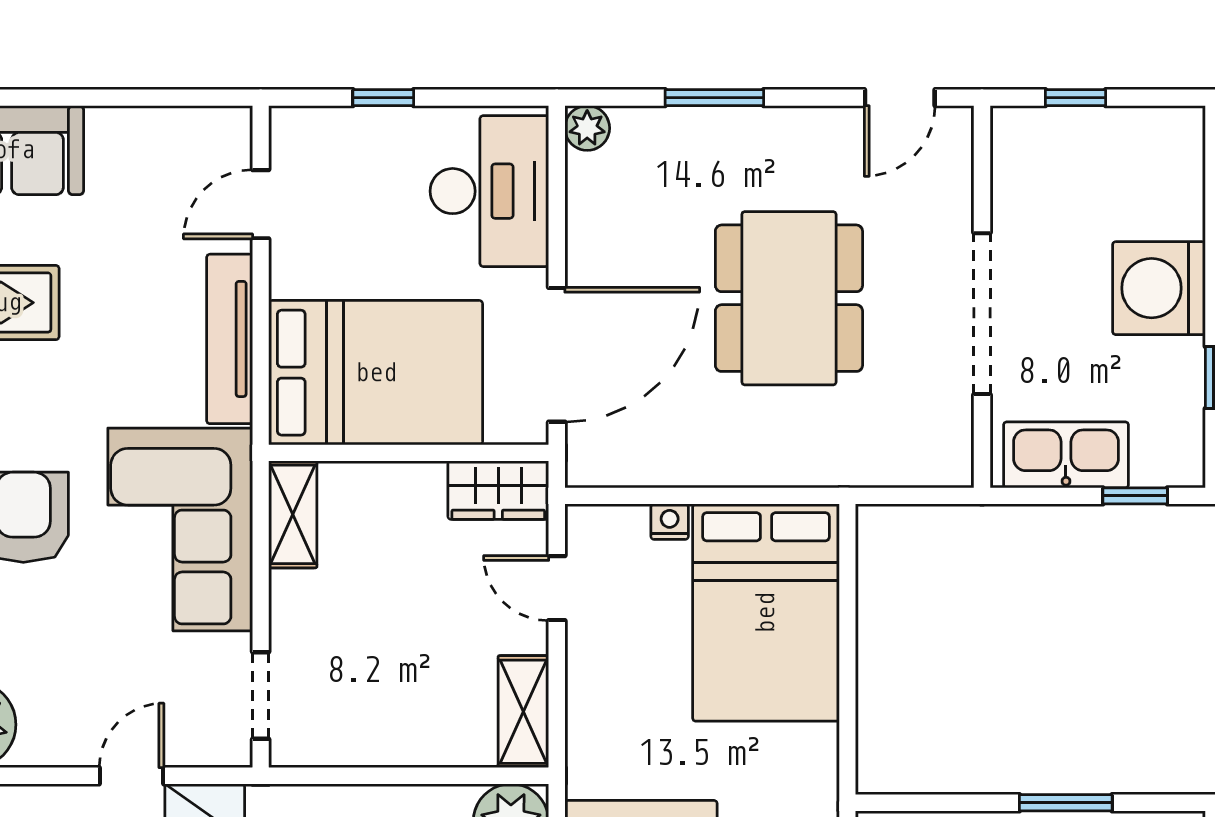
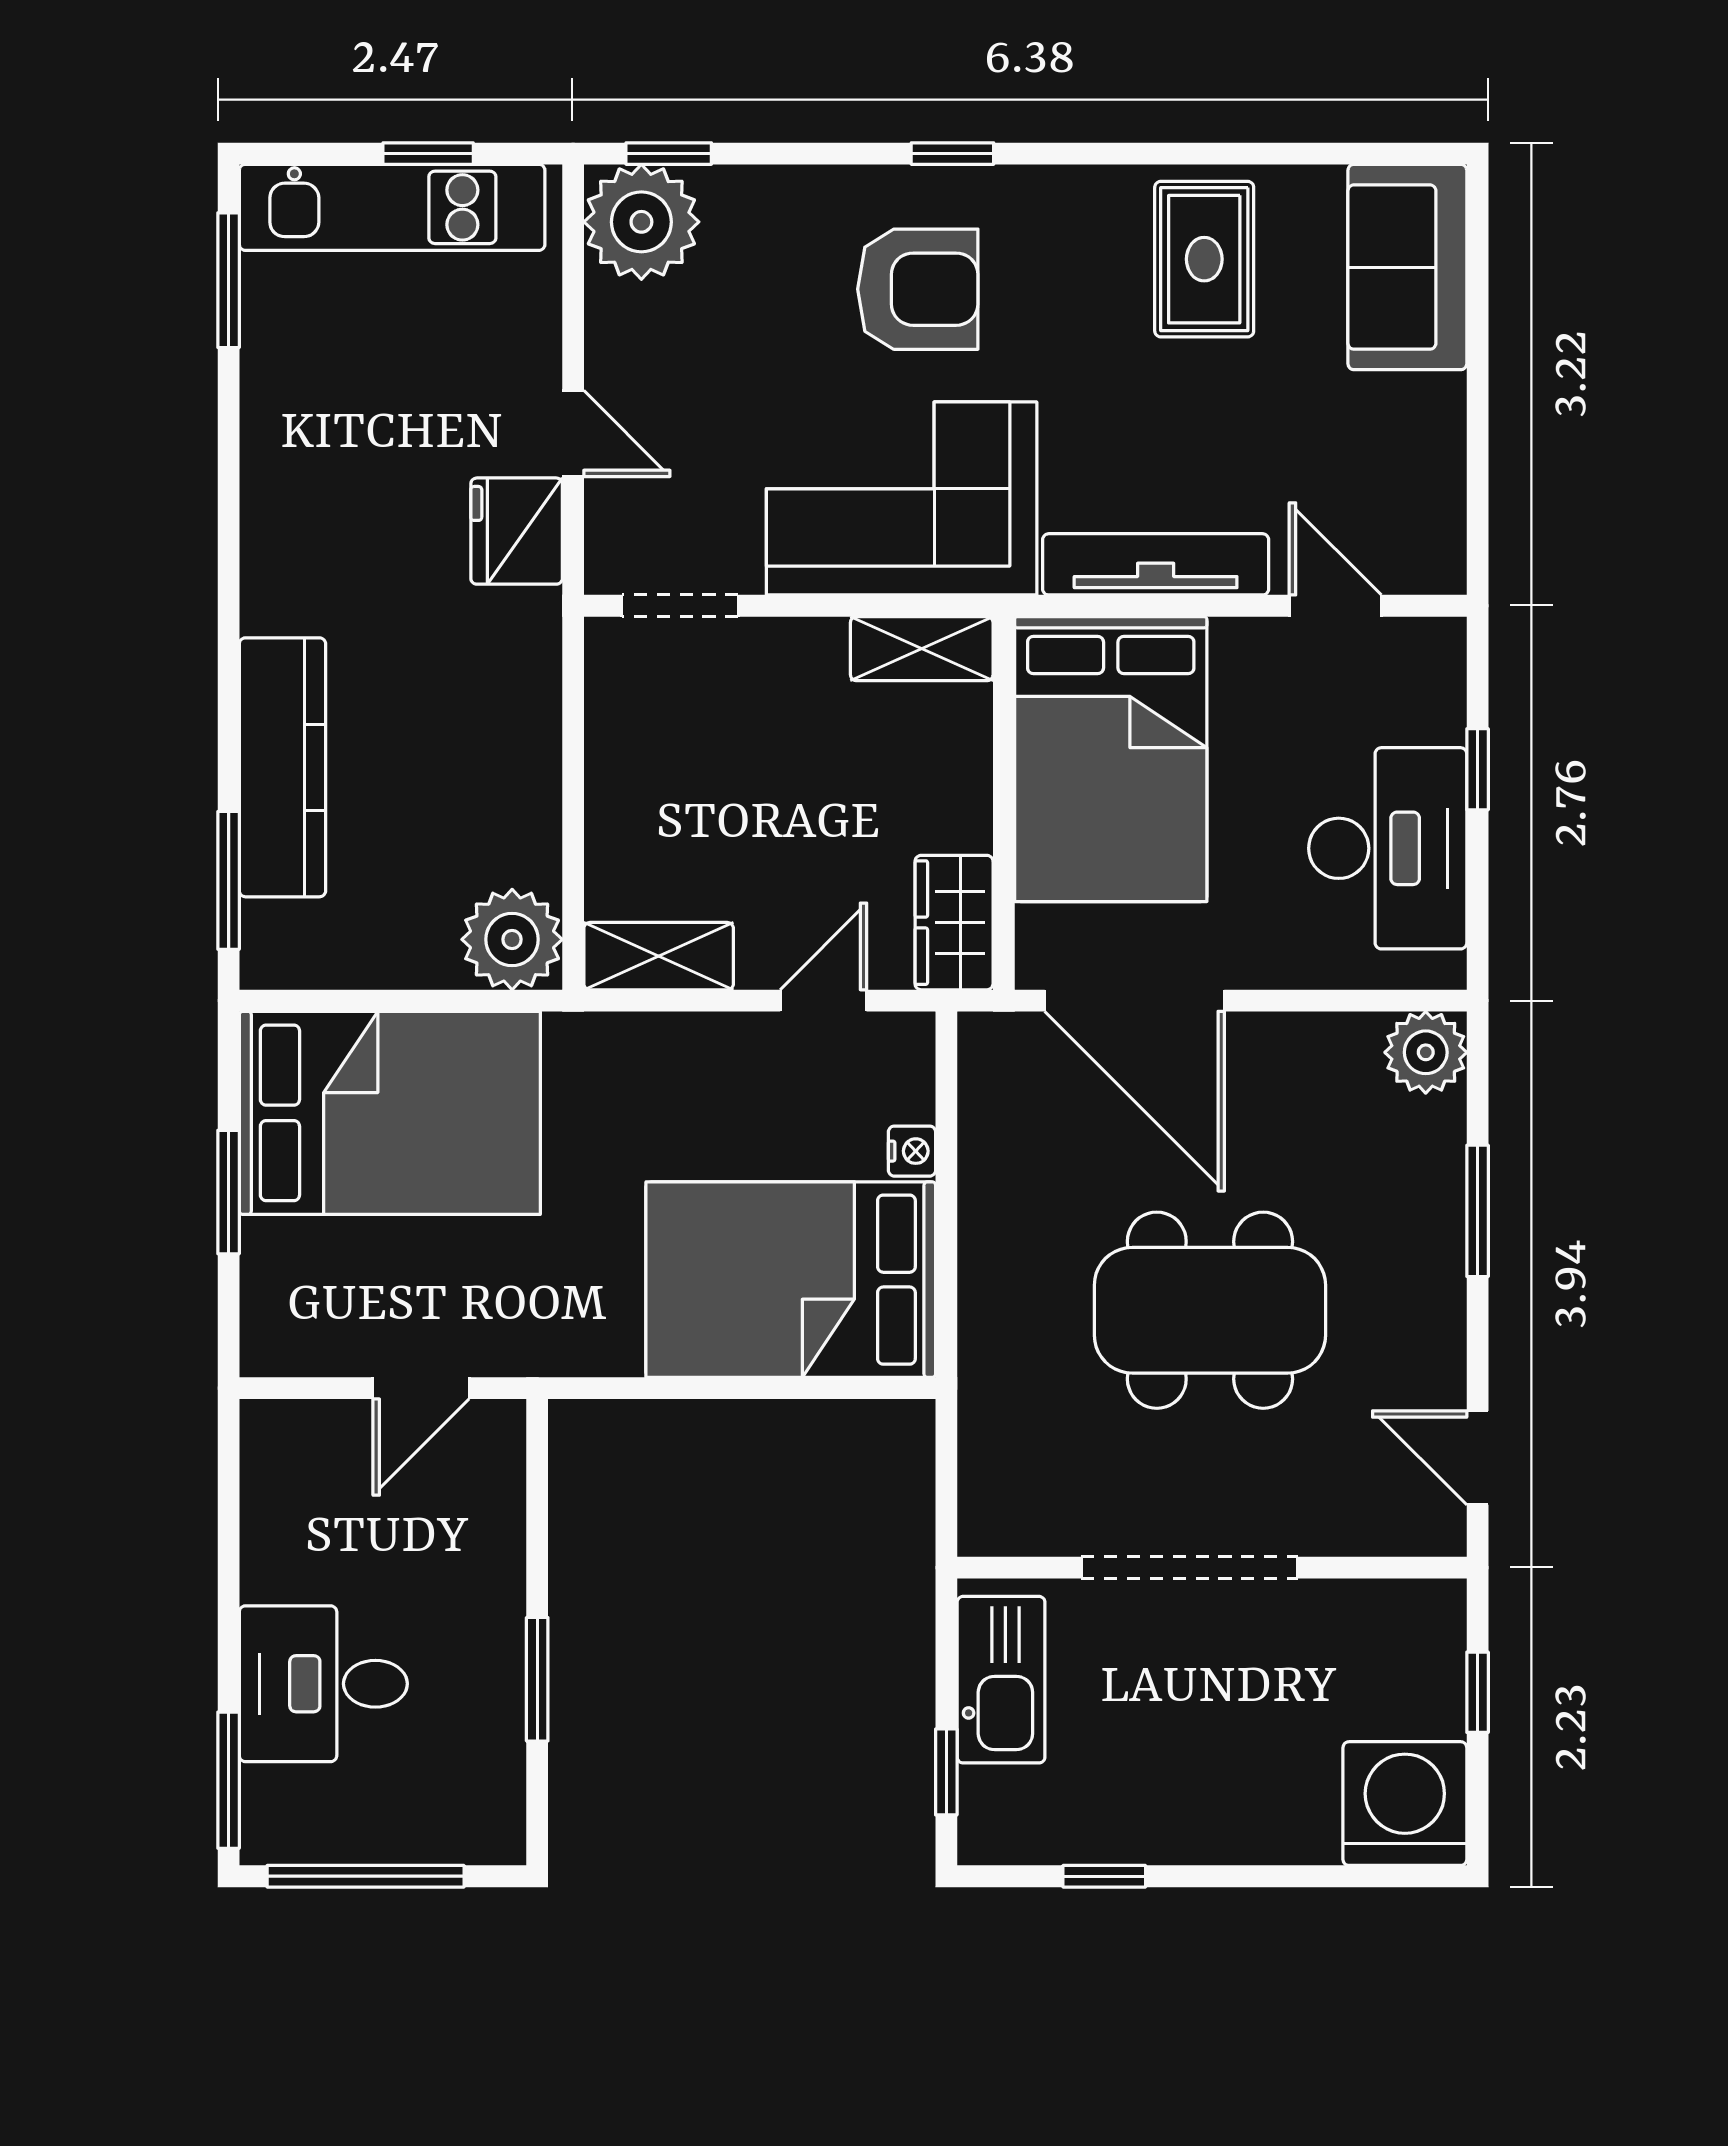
plant: (587, 128) -> (1426, 1052), width x1.38, depth x1.38
desk: (489, 191) -> (1388, 848), moved, turned -90
washing machine: (1159, 288) -> (1405, 1804), moved

